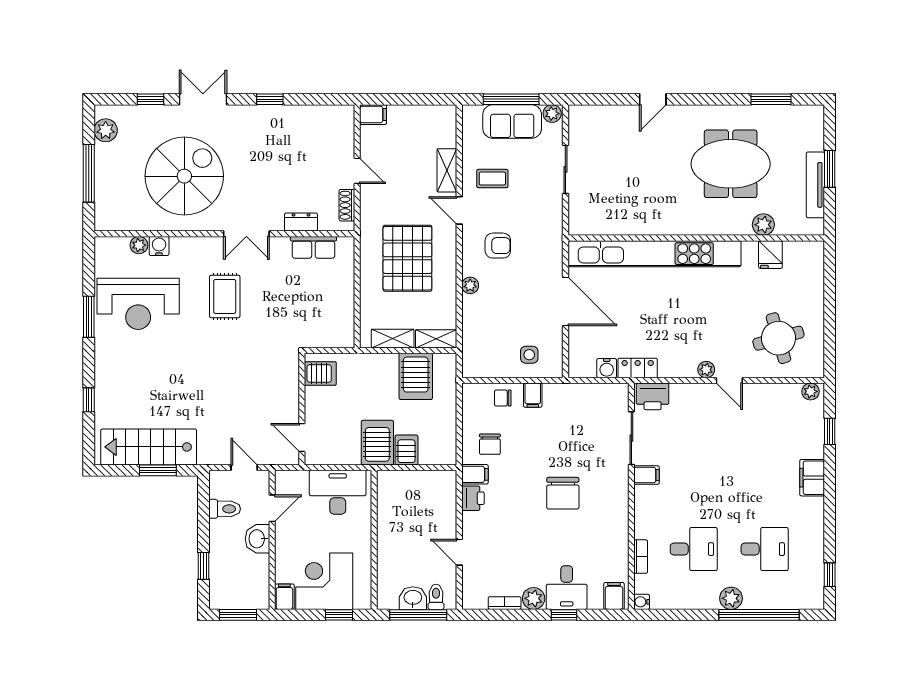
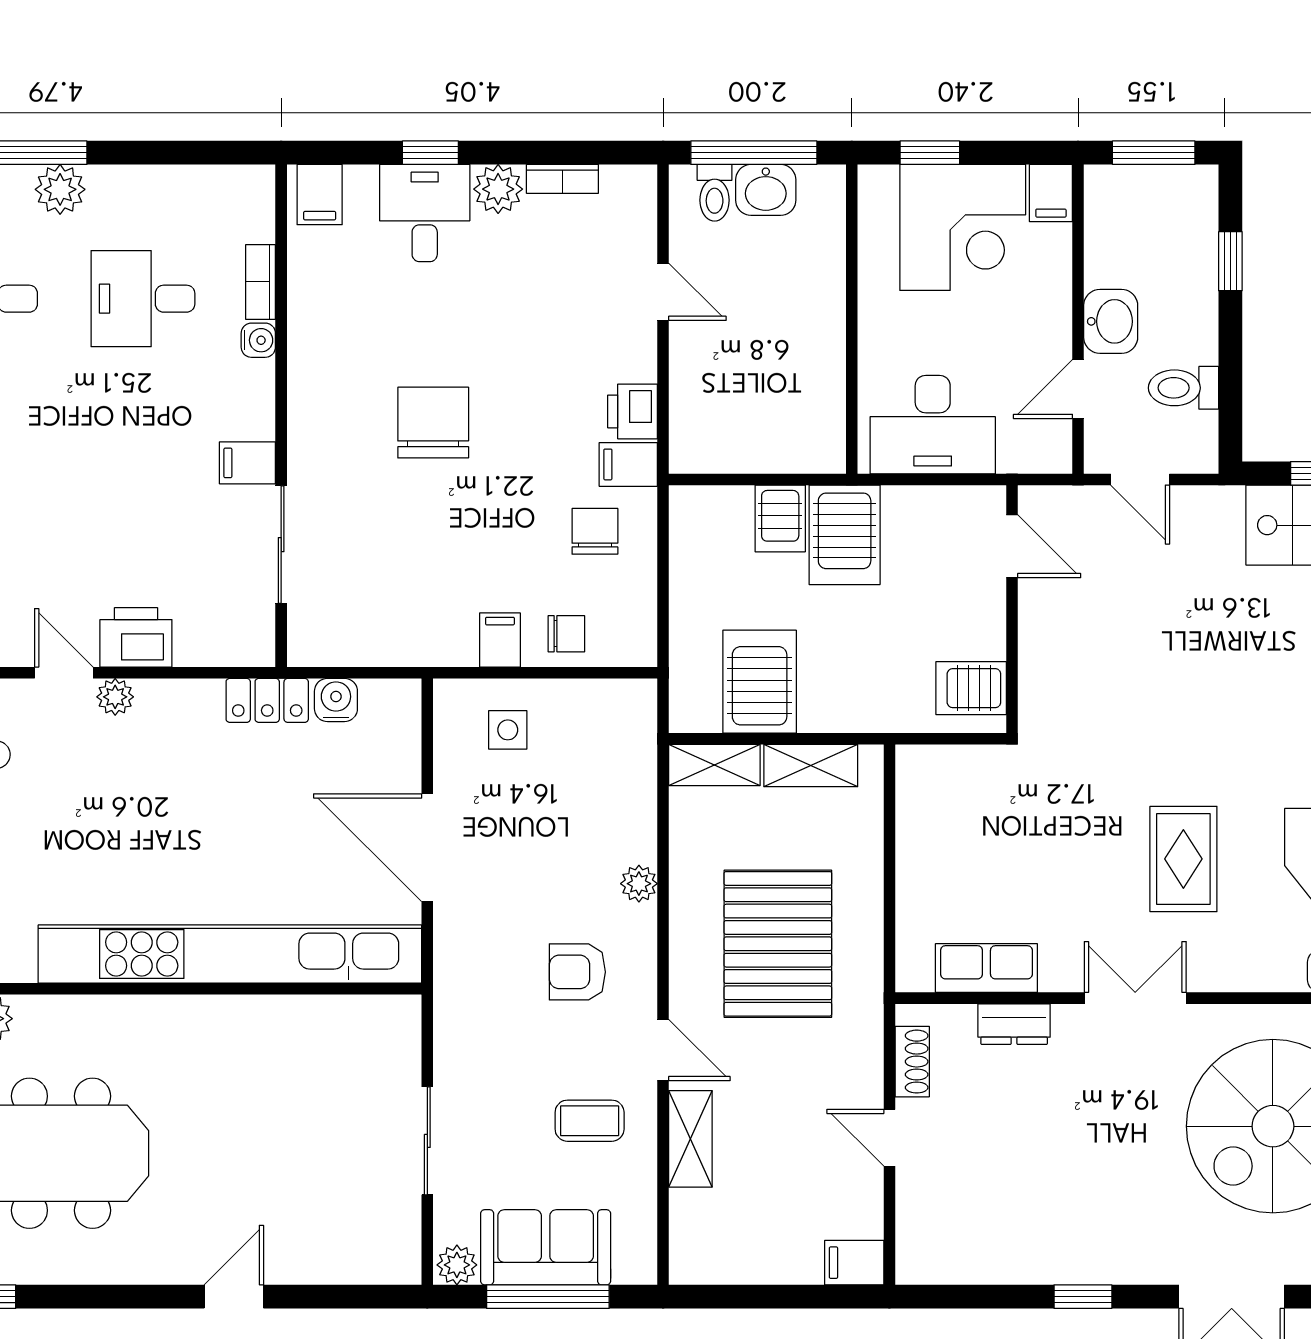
printer: (653, 396) -> (136, 637), moved
water cooler: (642, 602) -> (258, 340), moved

